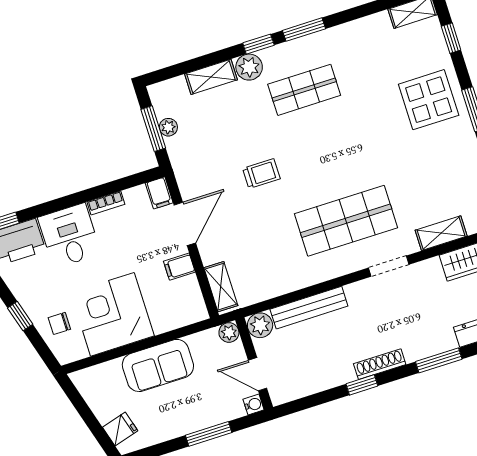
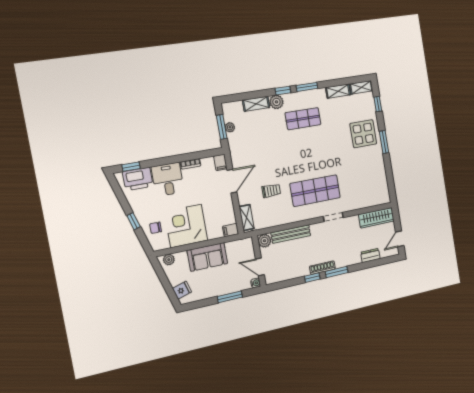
trolley: (261, 174) -> (271, 191), moved
shelving: (441, 233) -> (338, 91), moved
filing cabinet: (179, 267) -> (231, 230), moved
plant: (229, 333) -> (169, 260), moved
window: (439, 360) -> (337, 272), moved

